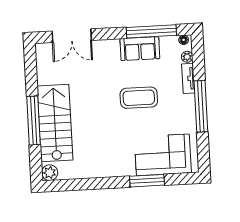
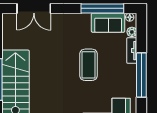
sofa: (140, 49) -> (108, 23), moved
coffee table: (139, 98) -> (89, 65), turned 90

